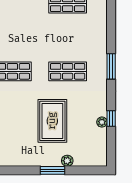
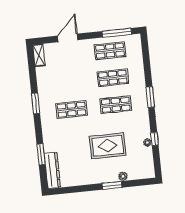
shop shelf: (68, 38) -> (113, 78), added
rug: (52, 121) -> (108, 146), turned 90

